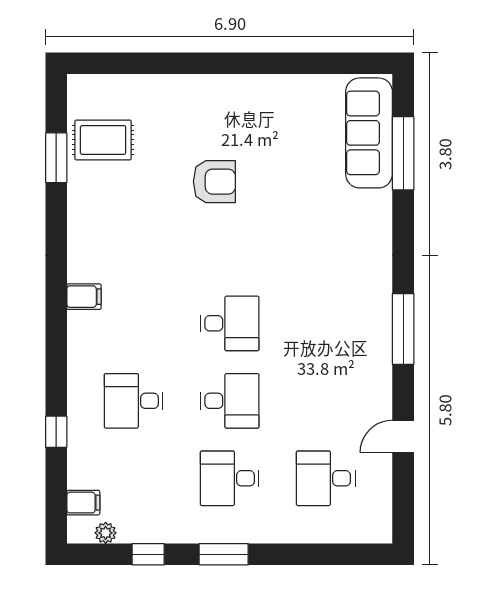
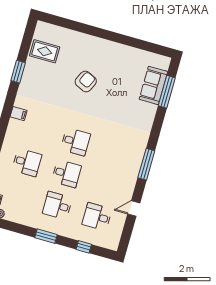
sofa: (369, 133) -> (153, 85), width x0.73
window: (56, 158) -> (18, 72), moved
armchair: (214, 182) -> (86, 81), turned -65
desk: (134, 401) -> (27, 162), turned 180
window: (148, 554) -> (84, 247), moved

